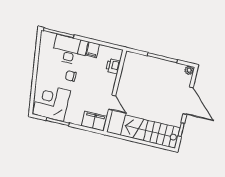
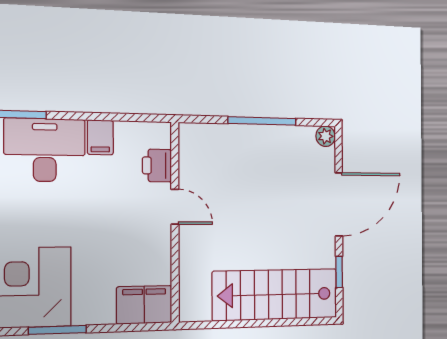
chair: (71, 76) -> (63, 212), removed
door: (188, 101) -> (339, 204), hinge flipped
door: (112, 103) -> (175, 207), moved

